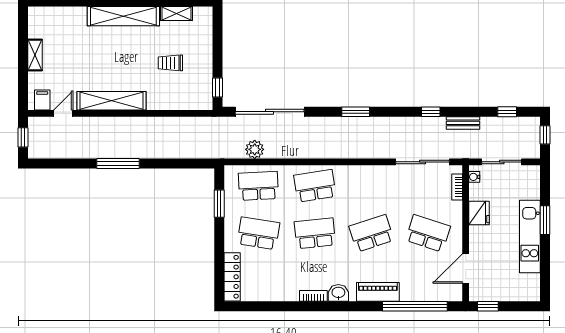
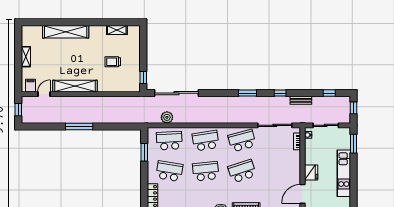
shelving: (123, 16) -> (66, 32), moved
window: (356, 112) -> (247, 93), moved
fridge: (479, 213) -> (311, 173), moved
window: (545, 220) -> (353, 144), moved
school desk: (428, 233) -> (242, 141), moved, turned -33

